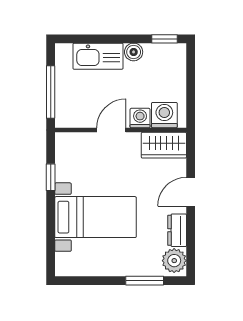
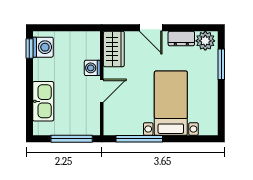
boiler: (134, 52) -> (40, 73), removed
washing machine: (164, 115) -> (43, 47), moved, turned 180
door: (111, 130) -> (102, 91), swing flipped
window: (51, 177) -> (139, 139), width x2.17

